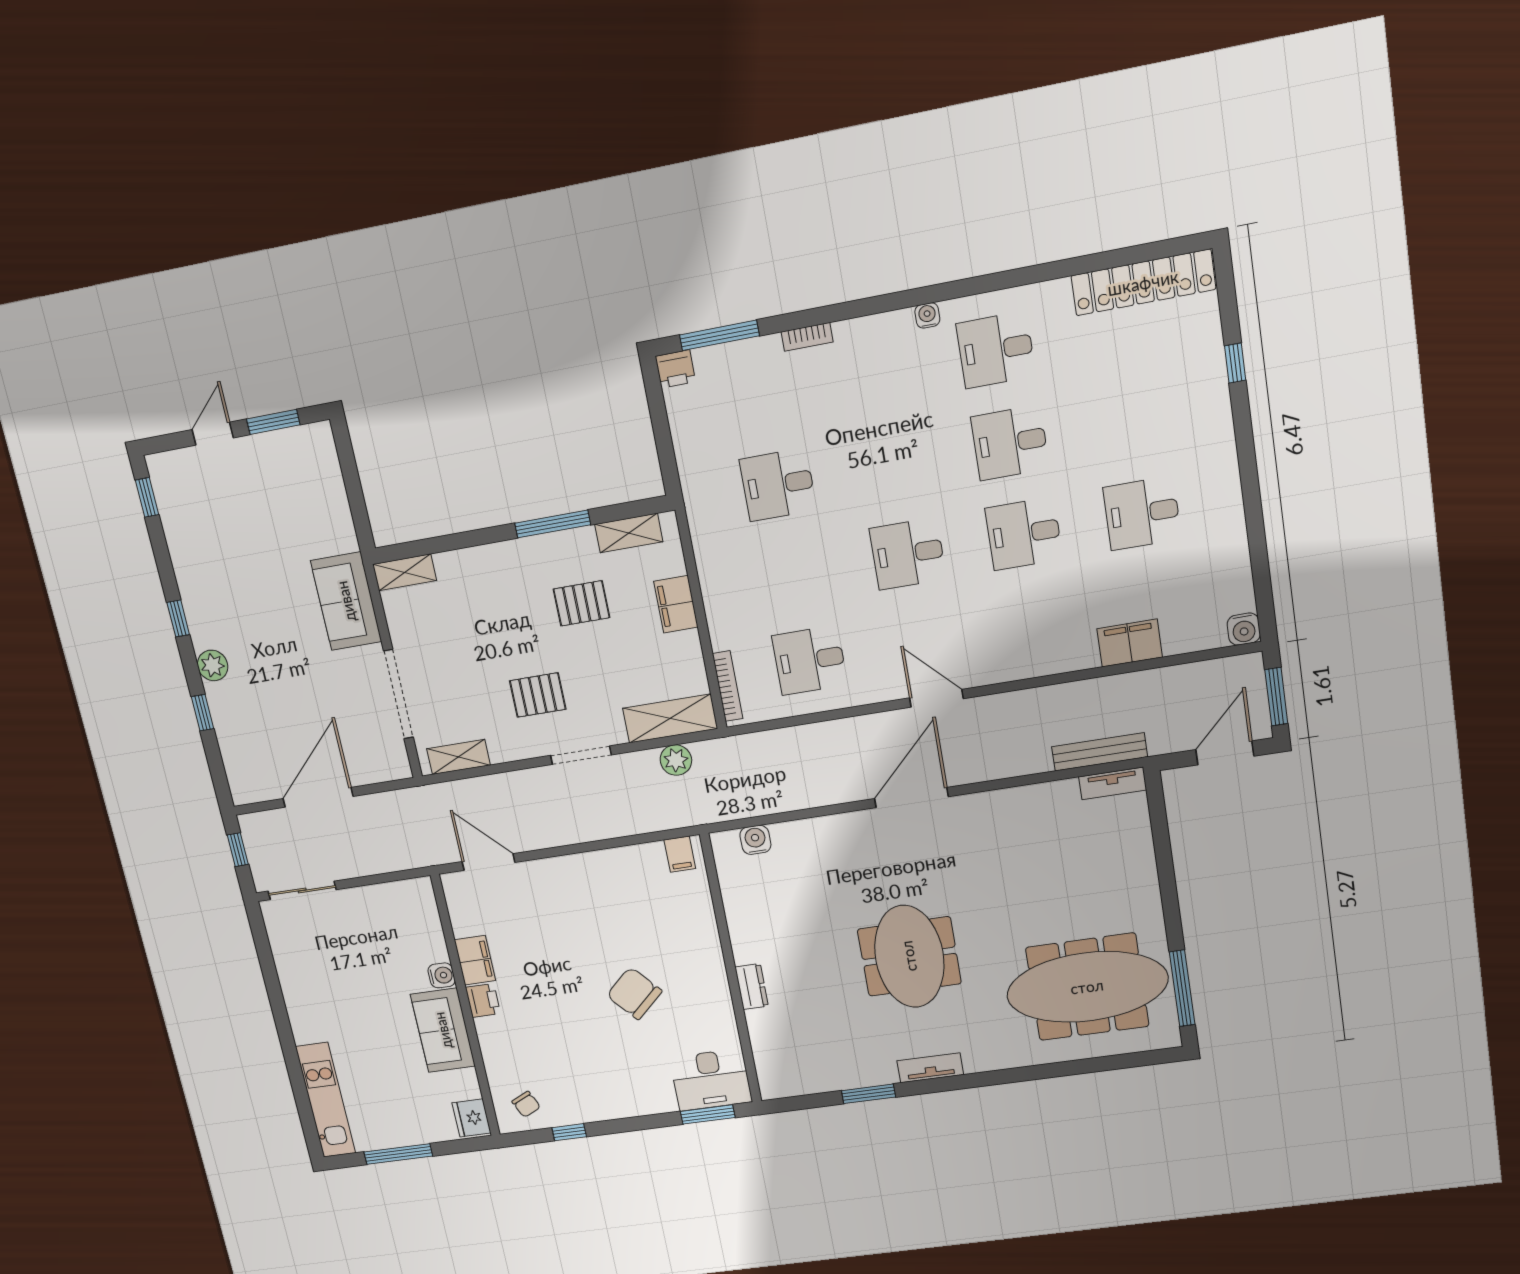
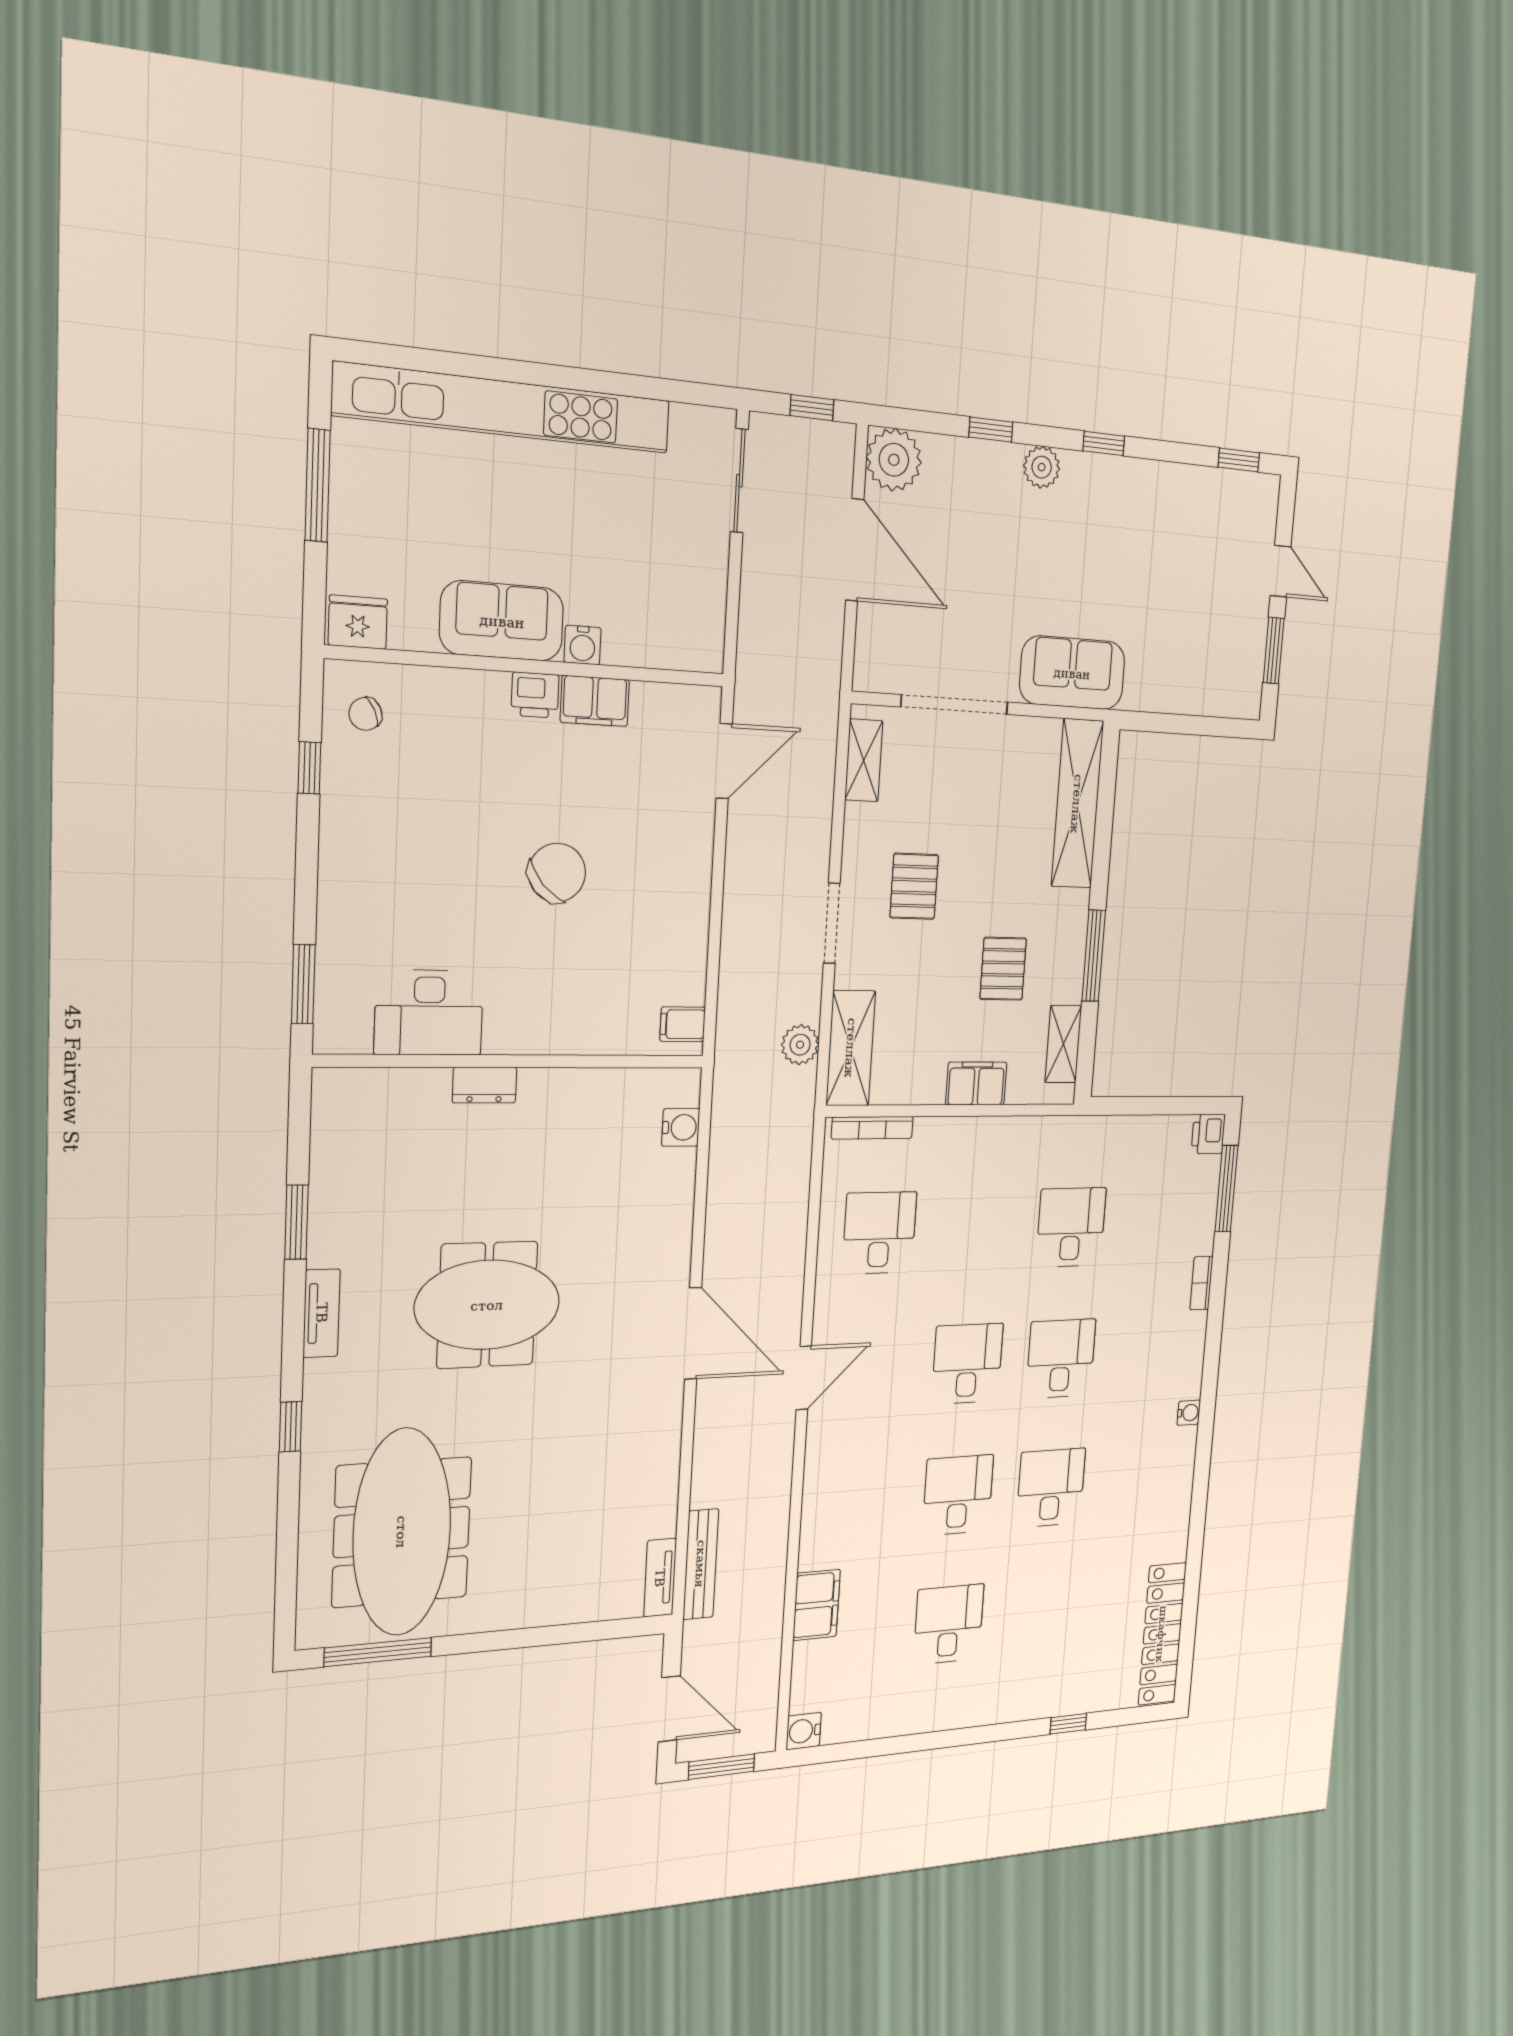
desk: (996, 350) -> (1061, 1359), moved
shelving: (405, 572) -> (1077, 804), width x2.20, depth x1.33
plant: (249, 782) -> (894, 460), added
chair: (634, 993) -> (557, 873), moved
window: (1014, 1075) -> (291, 1427), added
desk: (711, 1080) -> (429, 1013), moved, turned -90
kitchen unit: (326, 1100) -> (504, 408), width x1.86

